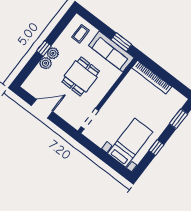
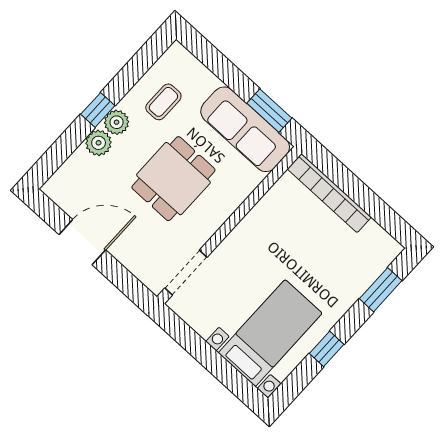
coffee table: (80, 34) -> (163, 102), moved

